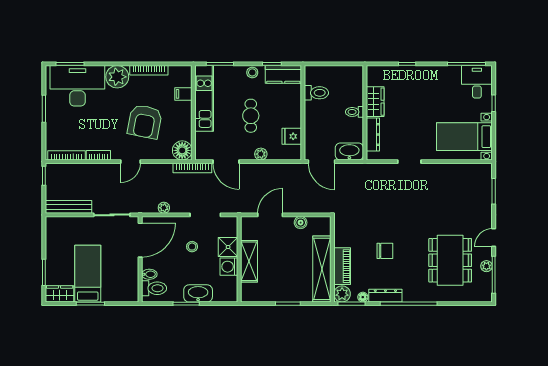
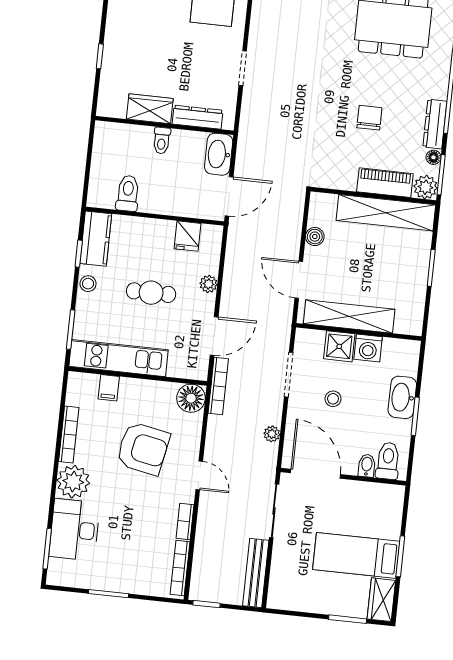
desk: (77, 86) -> (75, 530), width x0.73, depth x0.77
shelving: (249, 261) -> (349, 316), width x1.47

